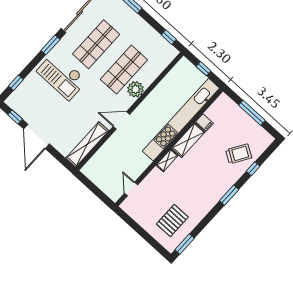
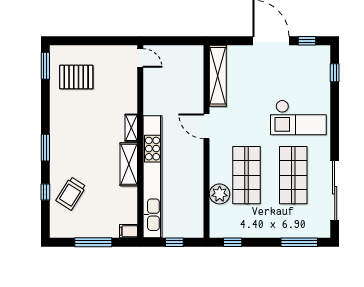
window: (50, 45) -> (335, 136), removed
checkout: (62, 76) -> (298, 117), turned 180
plant: (135, 89) -> (220, 194), moved
door: (121, 120) -> (207, 126), swing flipped
filing cabinet: (205, 122) -> (128, 231), moved
door: (131, 189) -> (140, 58), moved
pallet: (172, 220) -> (76, 77), turned 90

